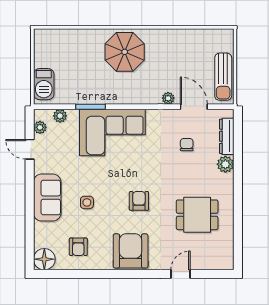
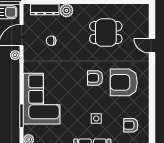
dining table: (197, 215) -> (106, 33), turned 90
armchair: (78, 247) -> (131, 125), turned 180
armchair: (131, 251) -> (124, 82), moved

